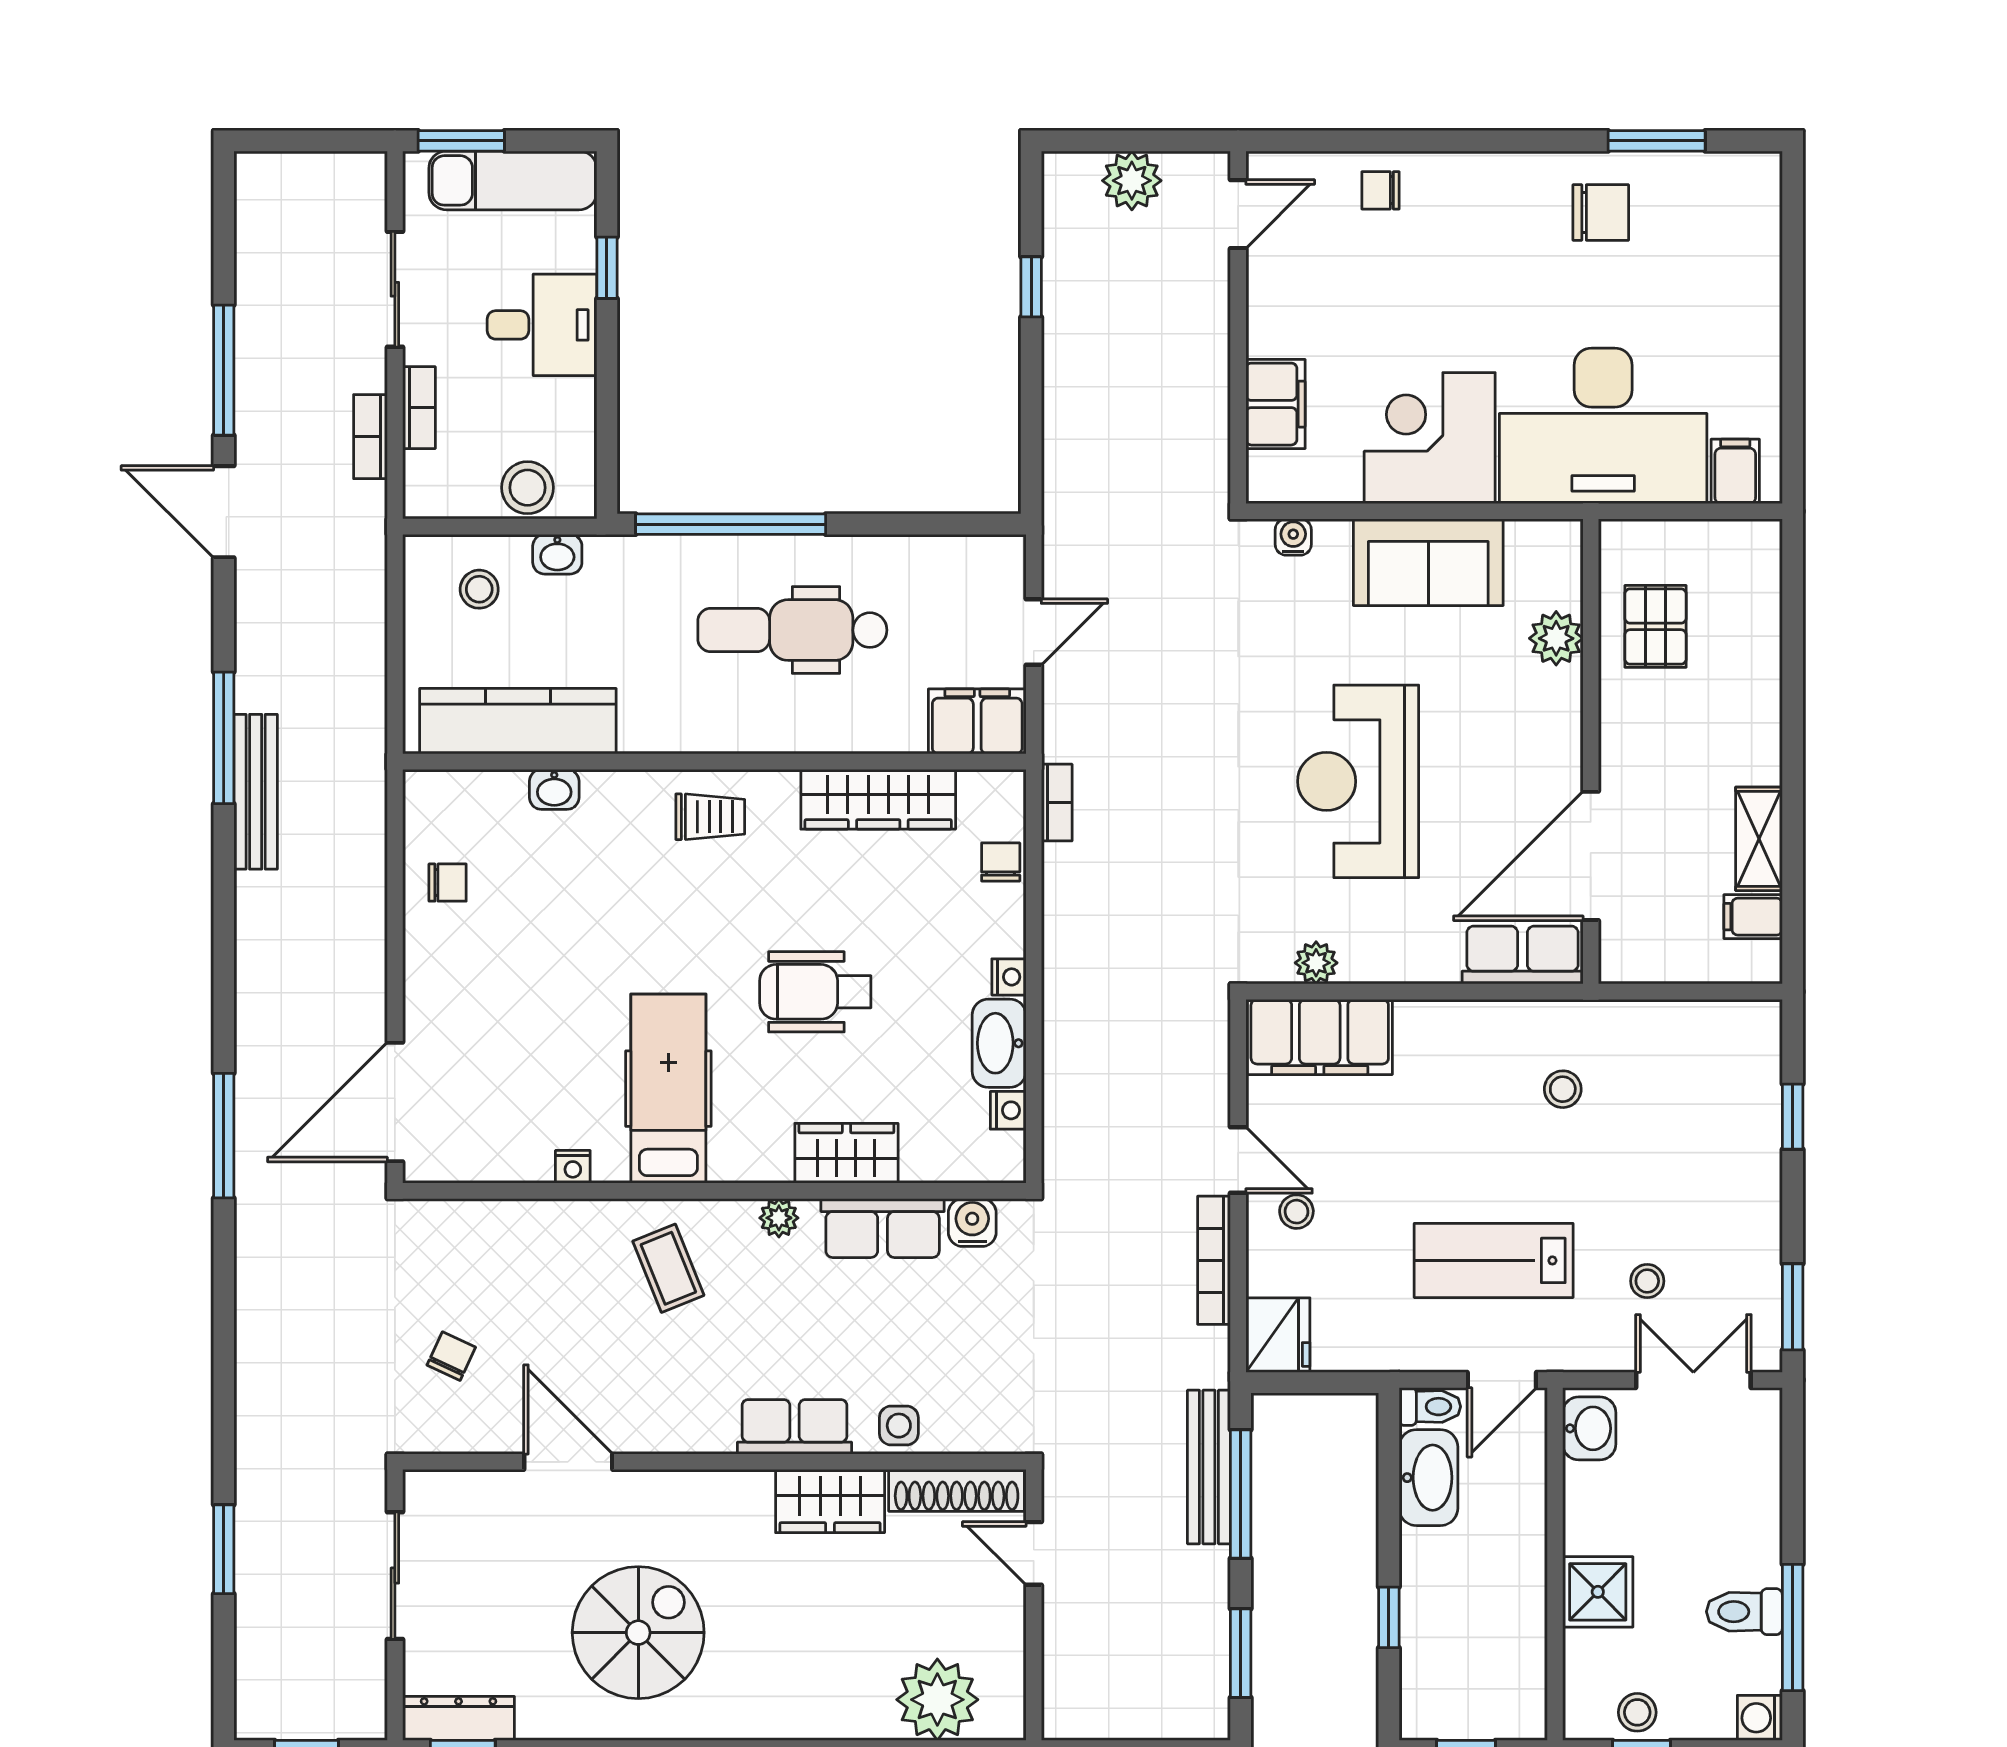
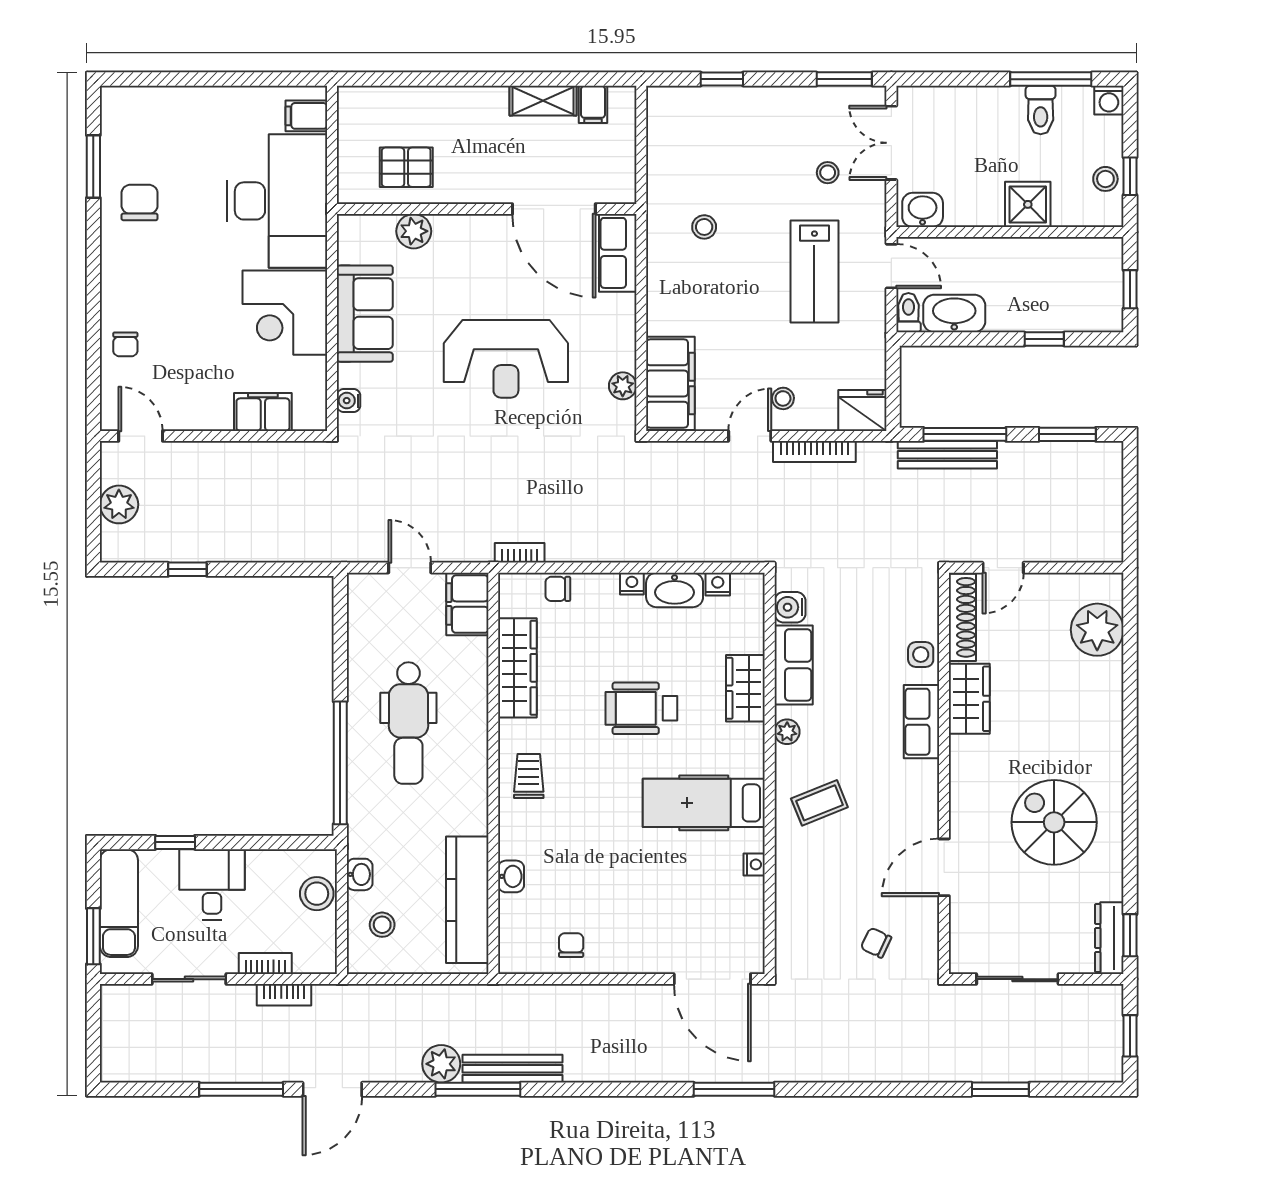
plant: (263, 681) -> (441, 1064), added
wheelchair: (815, 992) -> (641, 708), turned 90

